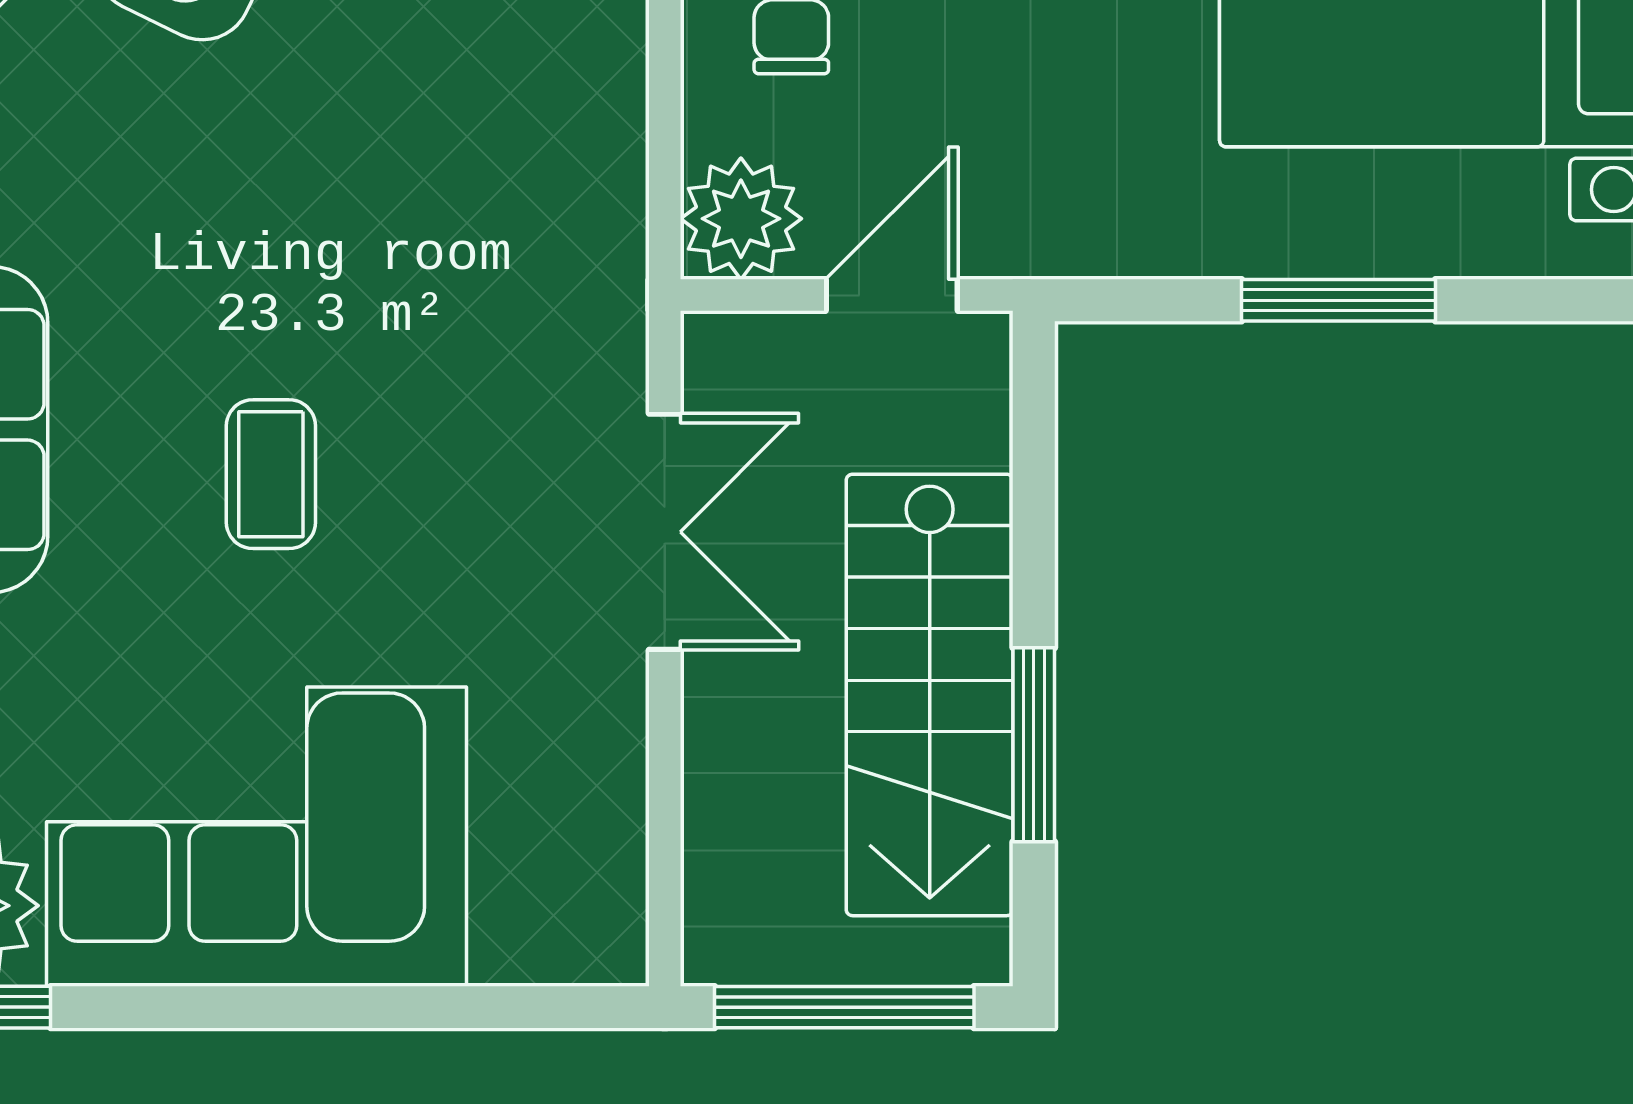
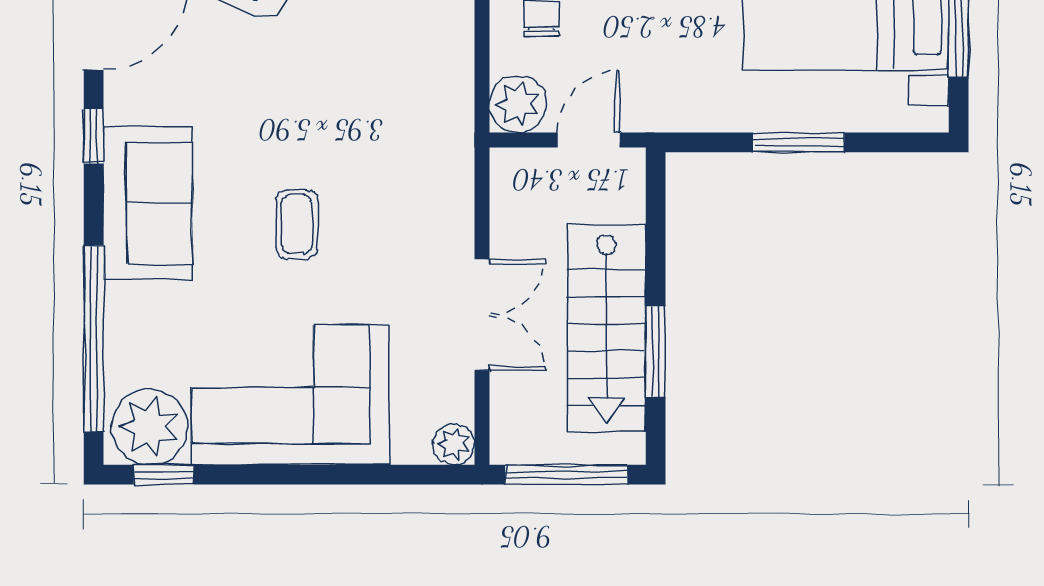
double door: (665, 532) -> (482, 315), moved
plant: (605, 942) -> (454, 444), added

